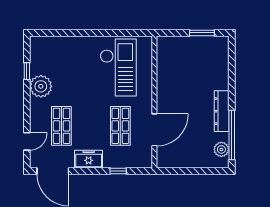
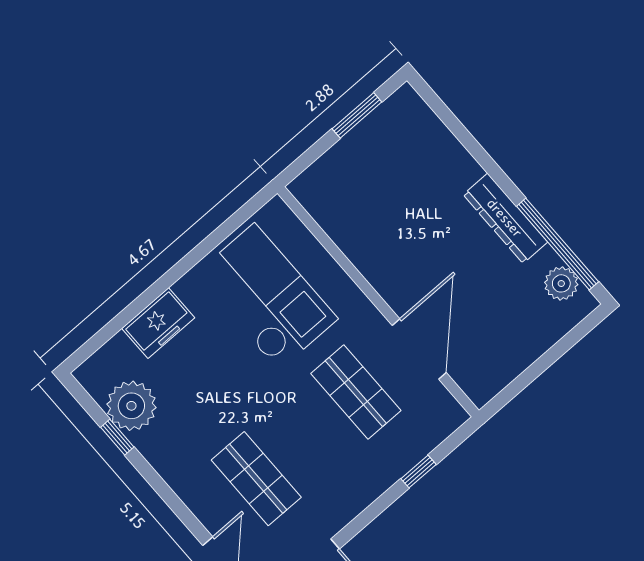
plant: (41, 86) -> (131, 406), moved
freezer: (89, 159) -> (158, 323), moved, turned 180

